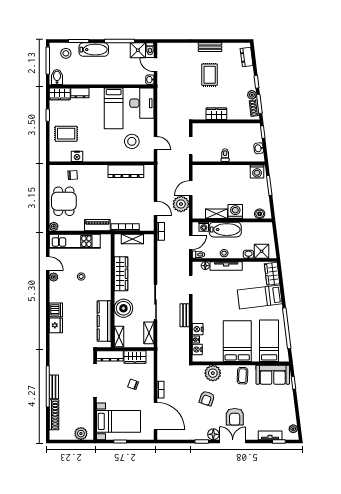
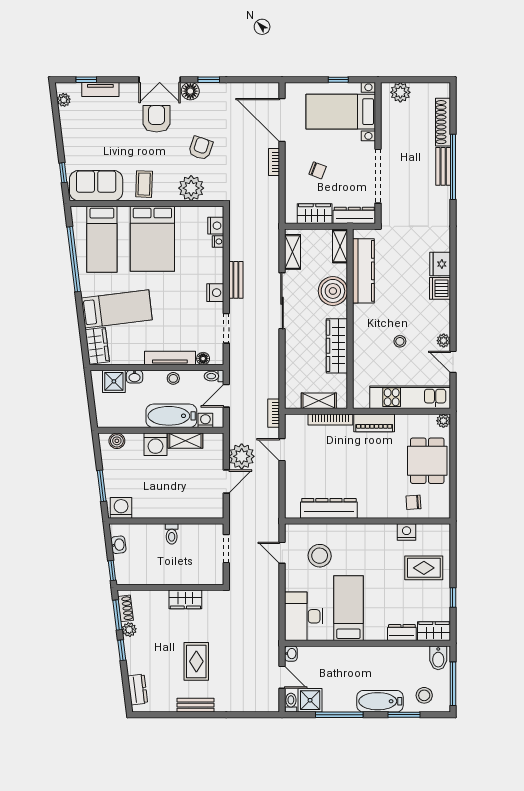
nightstand: (198, 329) -> (215, 293), moved

